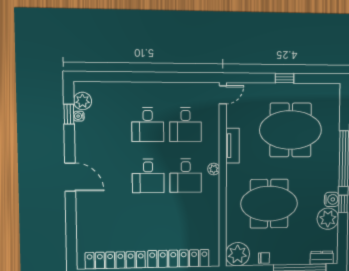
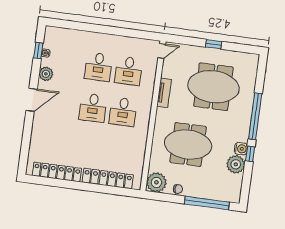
plant: (82, 101) -> (46, 74), moved
plant: (214, 169) -> (146, 110), removed
door: (70, 177) -> (32, 100), hinge flipped
dresser: (322, 258) -> (227, 196), removed

